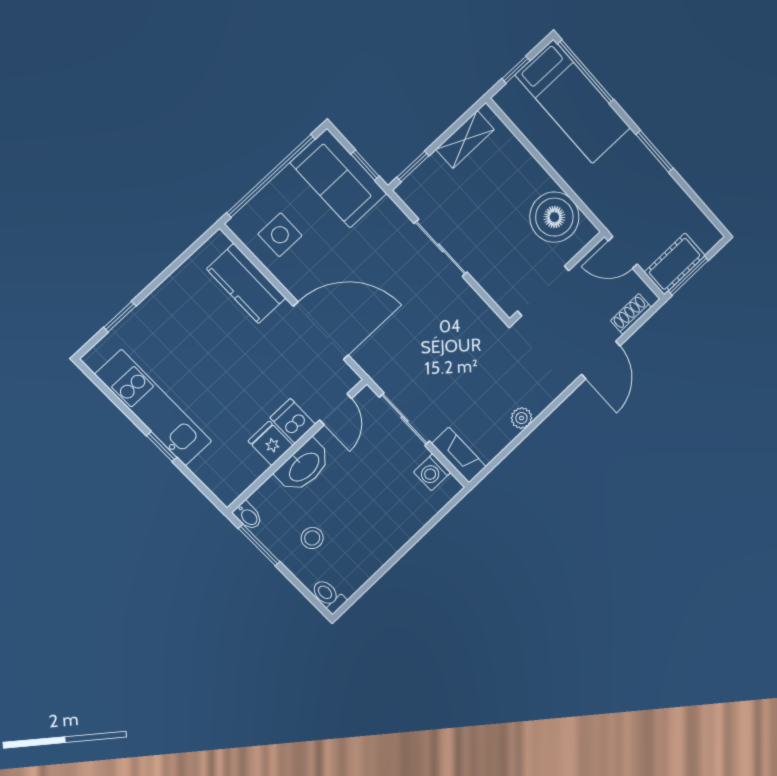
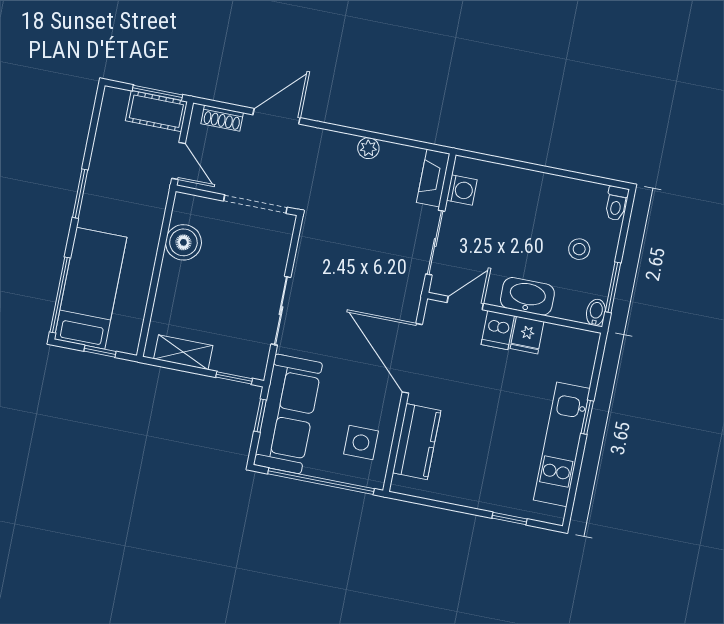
sofa: (339, 178) -> (288, 414), width x1.36
boiler: (554, 217) -> (183, 242), width x0.73, depth x0.73

